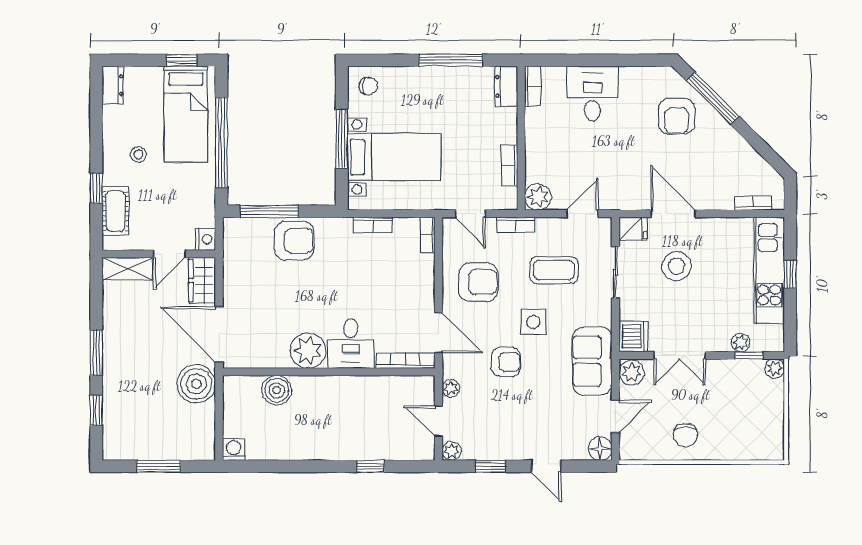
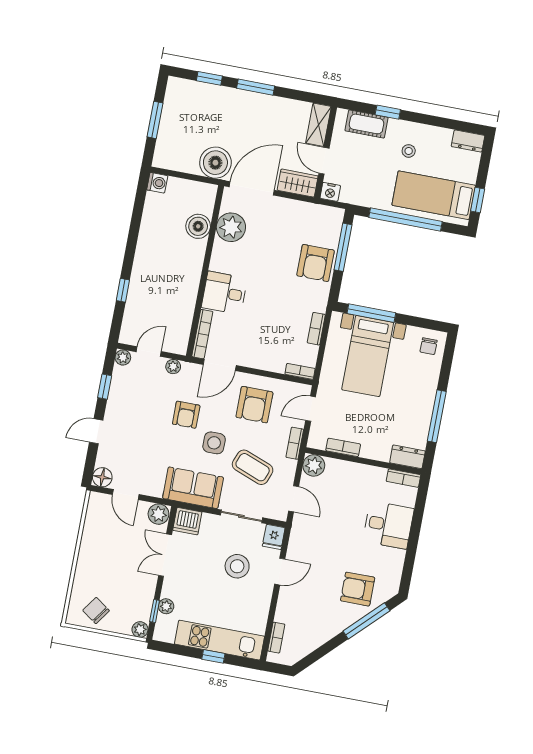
window: (342, 139) -> (371, 313), moved
door: (673, 214) -> (280, 572), width x0.73
coffee table: (554, 270) -> (253, 467), turned -69
plant: (308, 351) -> (231, 227), moved
sofa: (592, 361) -> (193, 488), moved
chair: (685, 435) -> (96, 610), moved, turned 35

